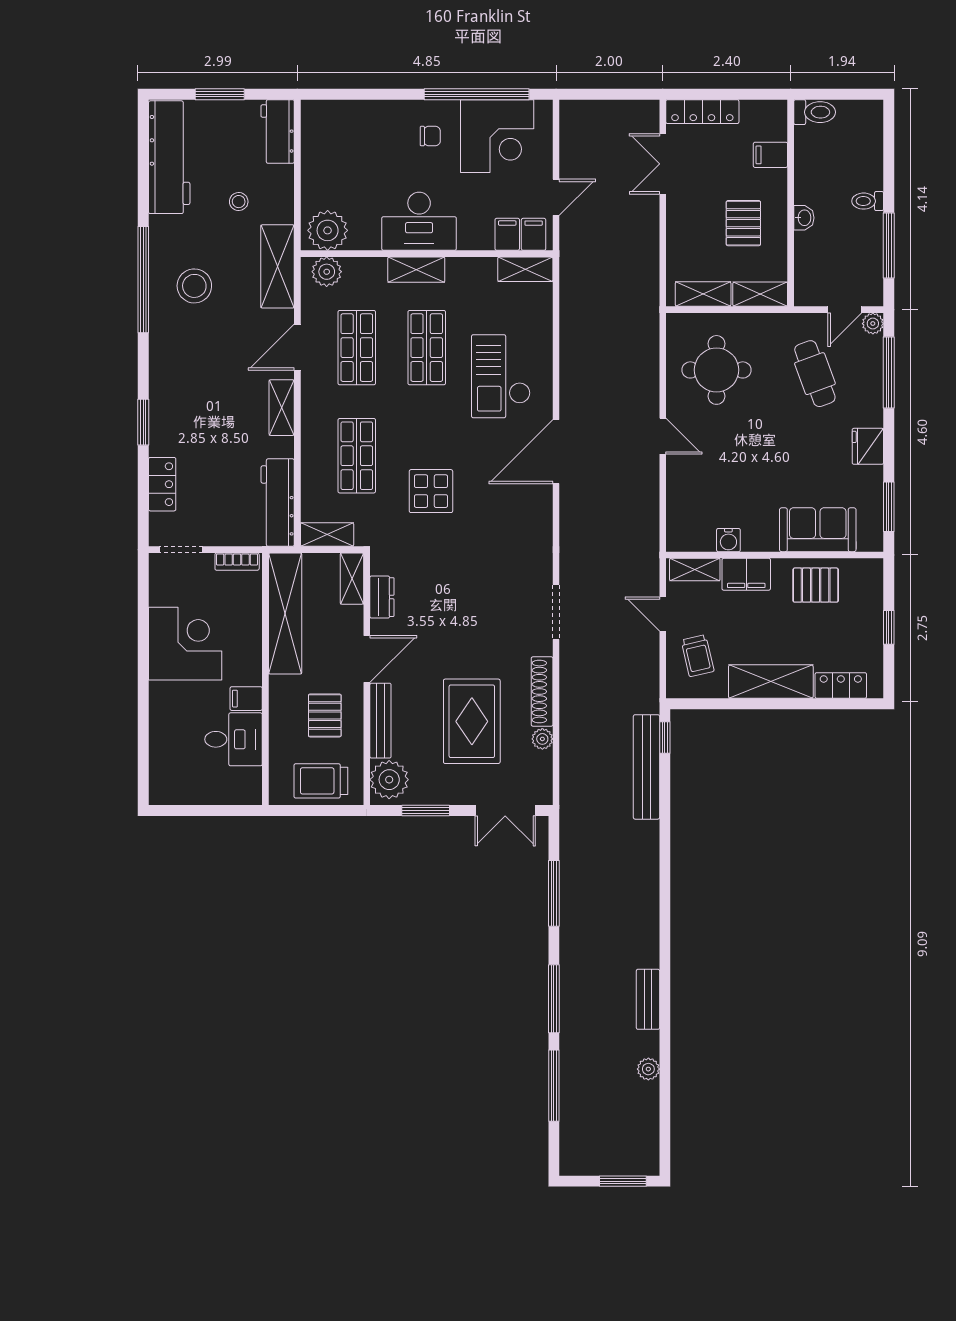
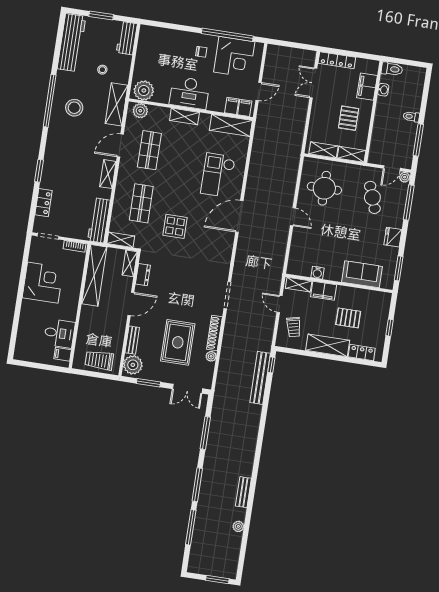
filing cabinet: (770, 155) -> (367, 87), width x2.00
washbasin: (804, 218) -> (383, 90), moved
shelving: (525, 269) -> (231, 125), width x1.50, depth x1.33
shop shelf: (427, 348) -> (184, 155), removed
pallet: (816, 585) -> (348, 318), moved
filing cabinet: (246, 699) -> (63, 354), moved
pallet: (325, 715) -> (106, 328), removed
bench: (380, 721) -> (132, 340), width x0.73

